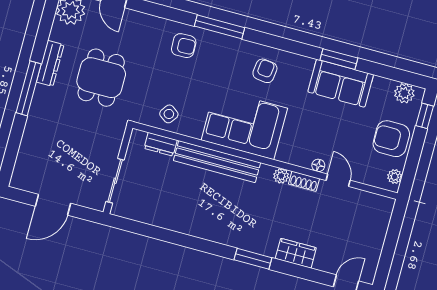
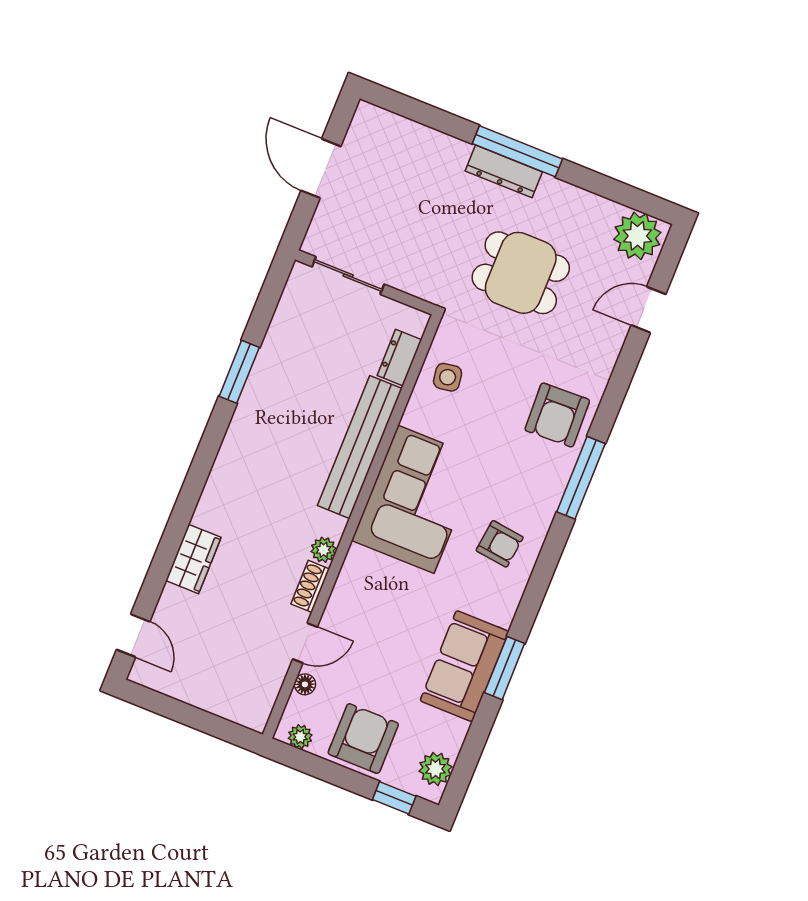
armchair: (184, 46) -> (557, 415), width x1.38, depth x1.38
dresser: (50, 63) -> (504, 171), moved
side table: (169, 114) -> (448, 377), turned 45
floor lamp: (318, 165) -> (305, 684), moved
window: (253, 259) -> (239, 372), moved

